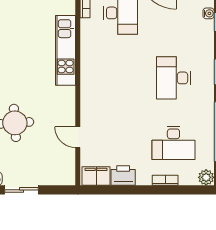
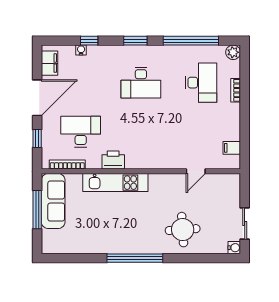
printer: (123, 175) -> (113, 160), moved, turned 90
filing cabinet: (96, 176) -> (232, 148), width x0.50

